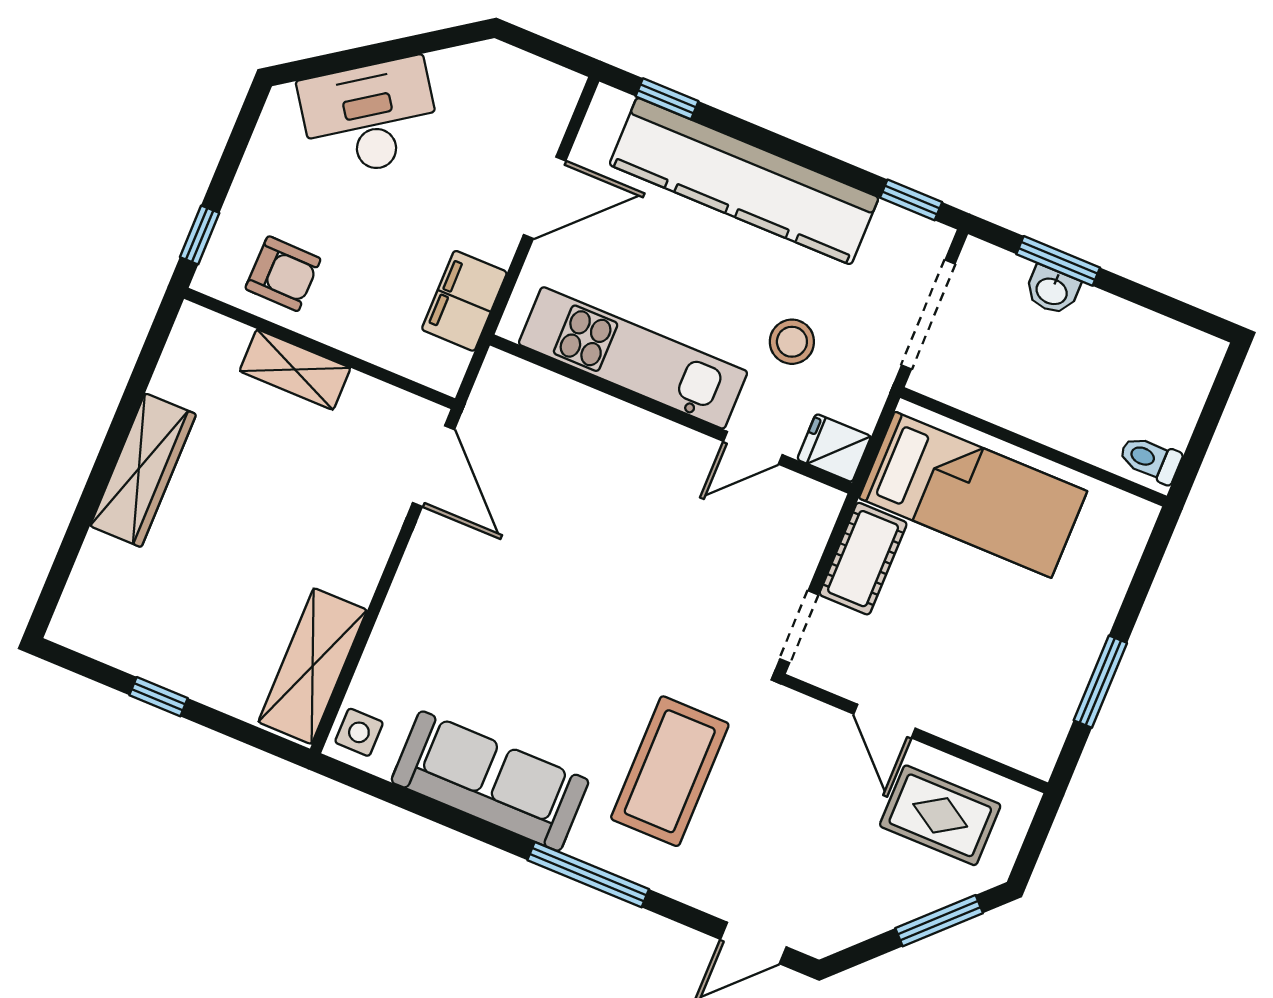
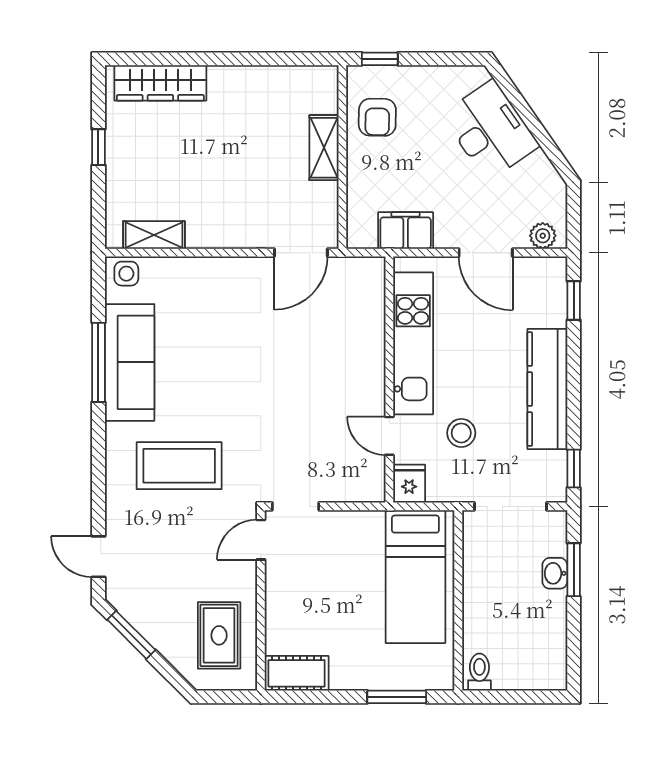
plant: (555, 105) -> (543, 236), added
kitchen counter: (744, 181) -> (547, 389), width x0.72, depth x0.86
wardrobe: (143, 470) -> (160, 83), moved
cot: (863, 559) -> (297, 673), moved
shelving: (313, 666) -> (154, 235), width x0.67, depth x0.75
window: (1100, 682) -> (397, 697), moved
door: (884, 721) -> (261, 540), moved
window: (588, 875) -> (98, 362), moved
window: (939, 921) -> (131, 635), moved

